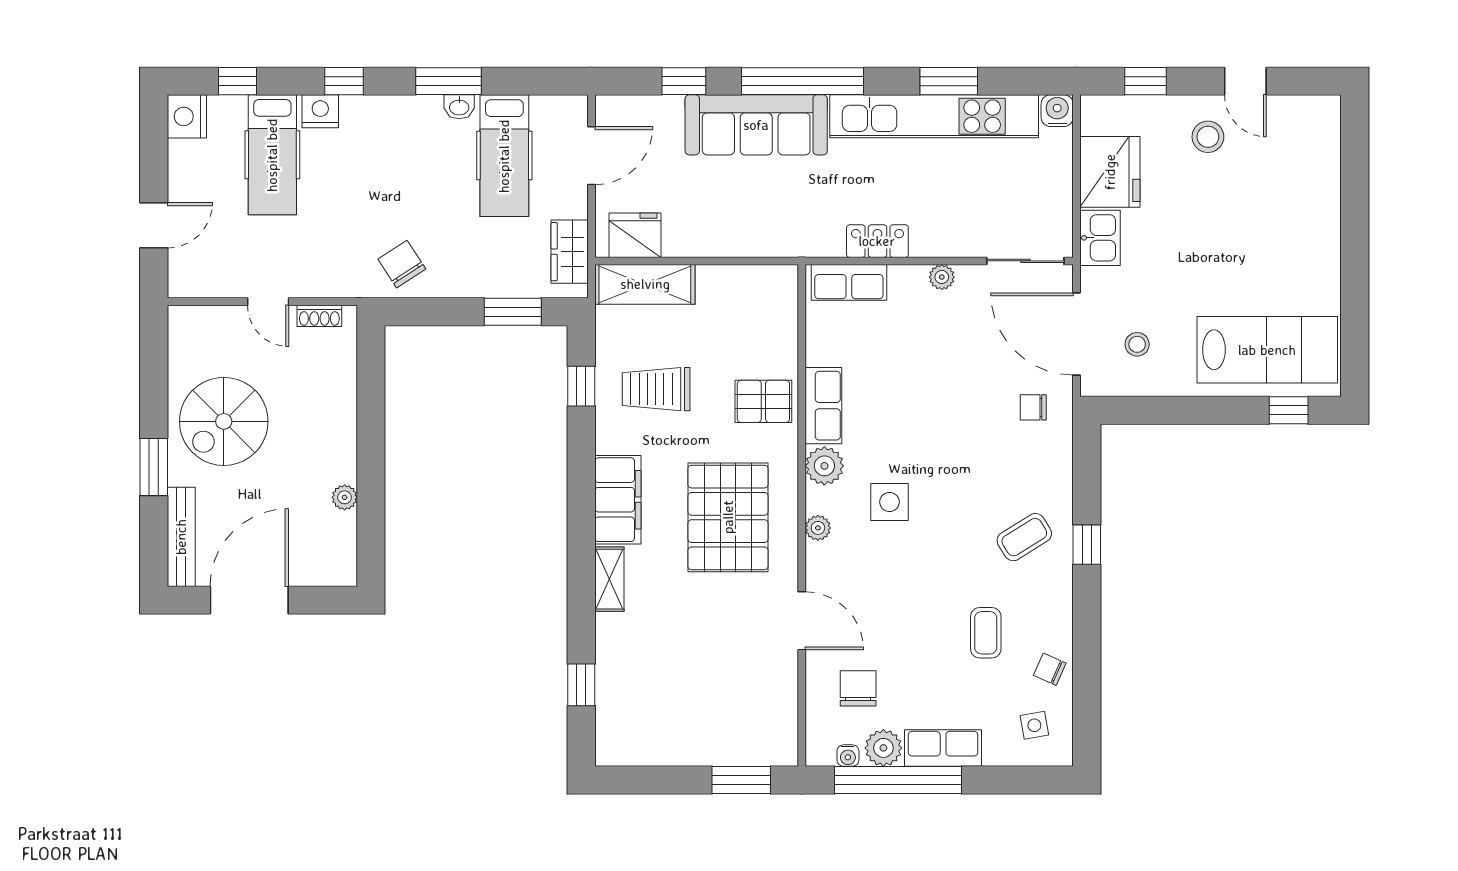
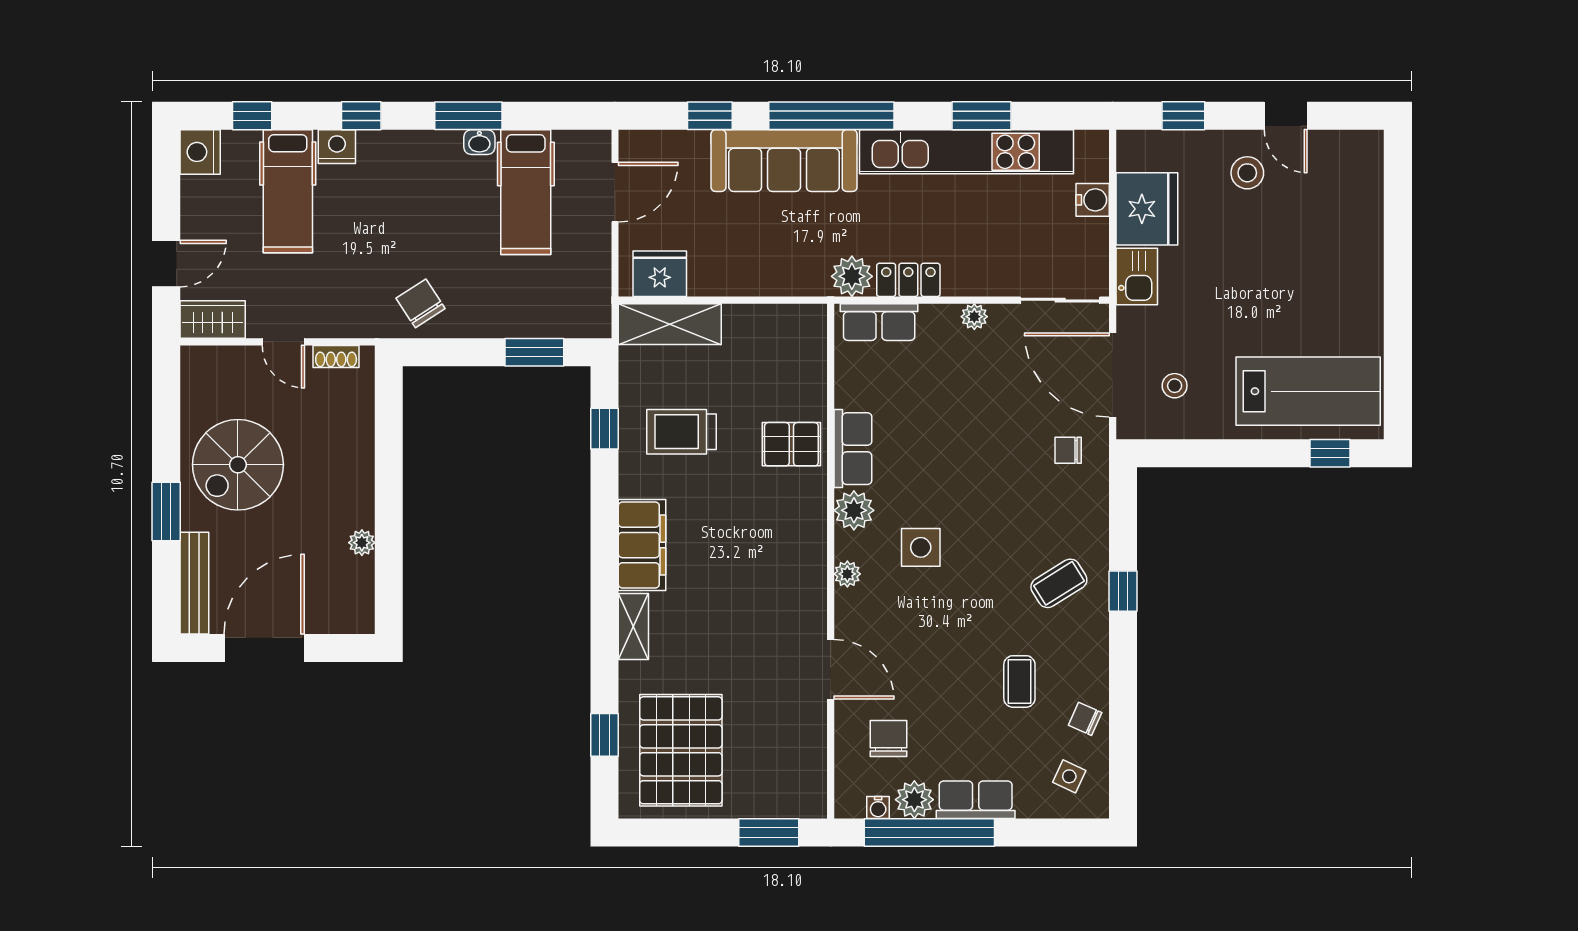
water cooler: (1057, 111) -> (1093, 200), moved, turned 90
plant: (822, 238) -> (852, 276), added
wardrobe: (570, 252) -> (213, 320), moved, turned 90
pallet: (728, 517) -> (681, 750), moved
side table: (1034, 725) -> (1069, 776), turned 35

